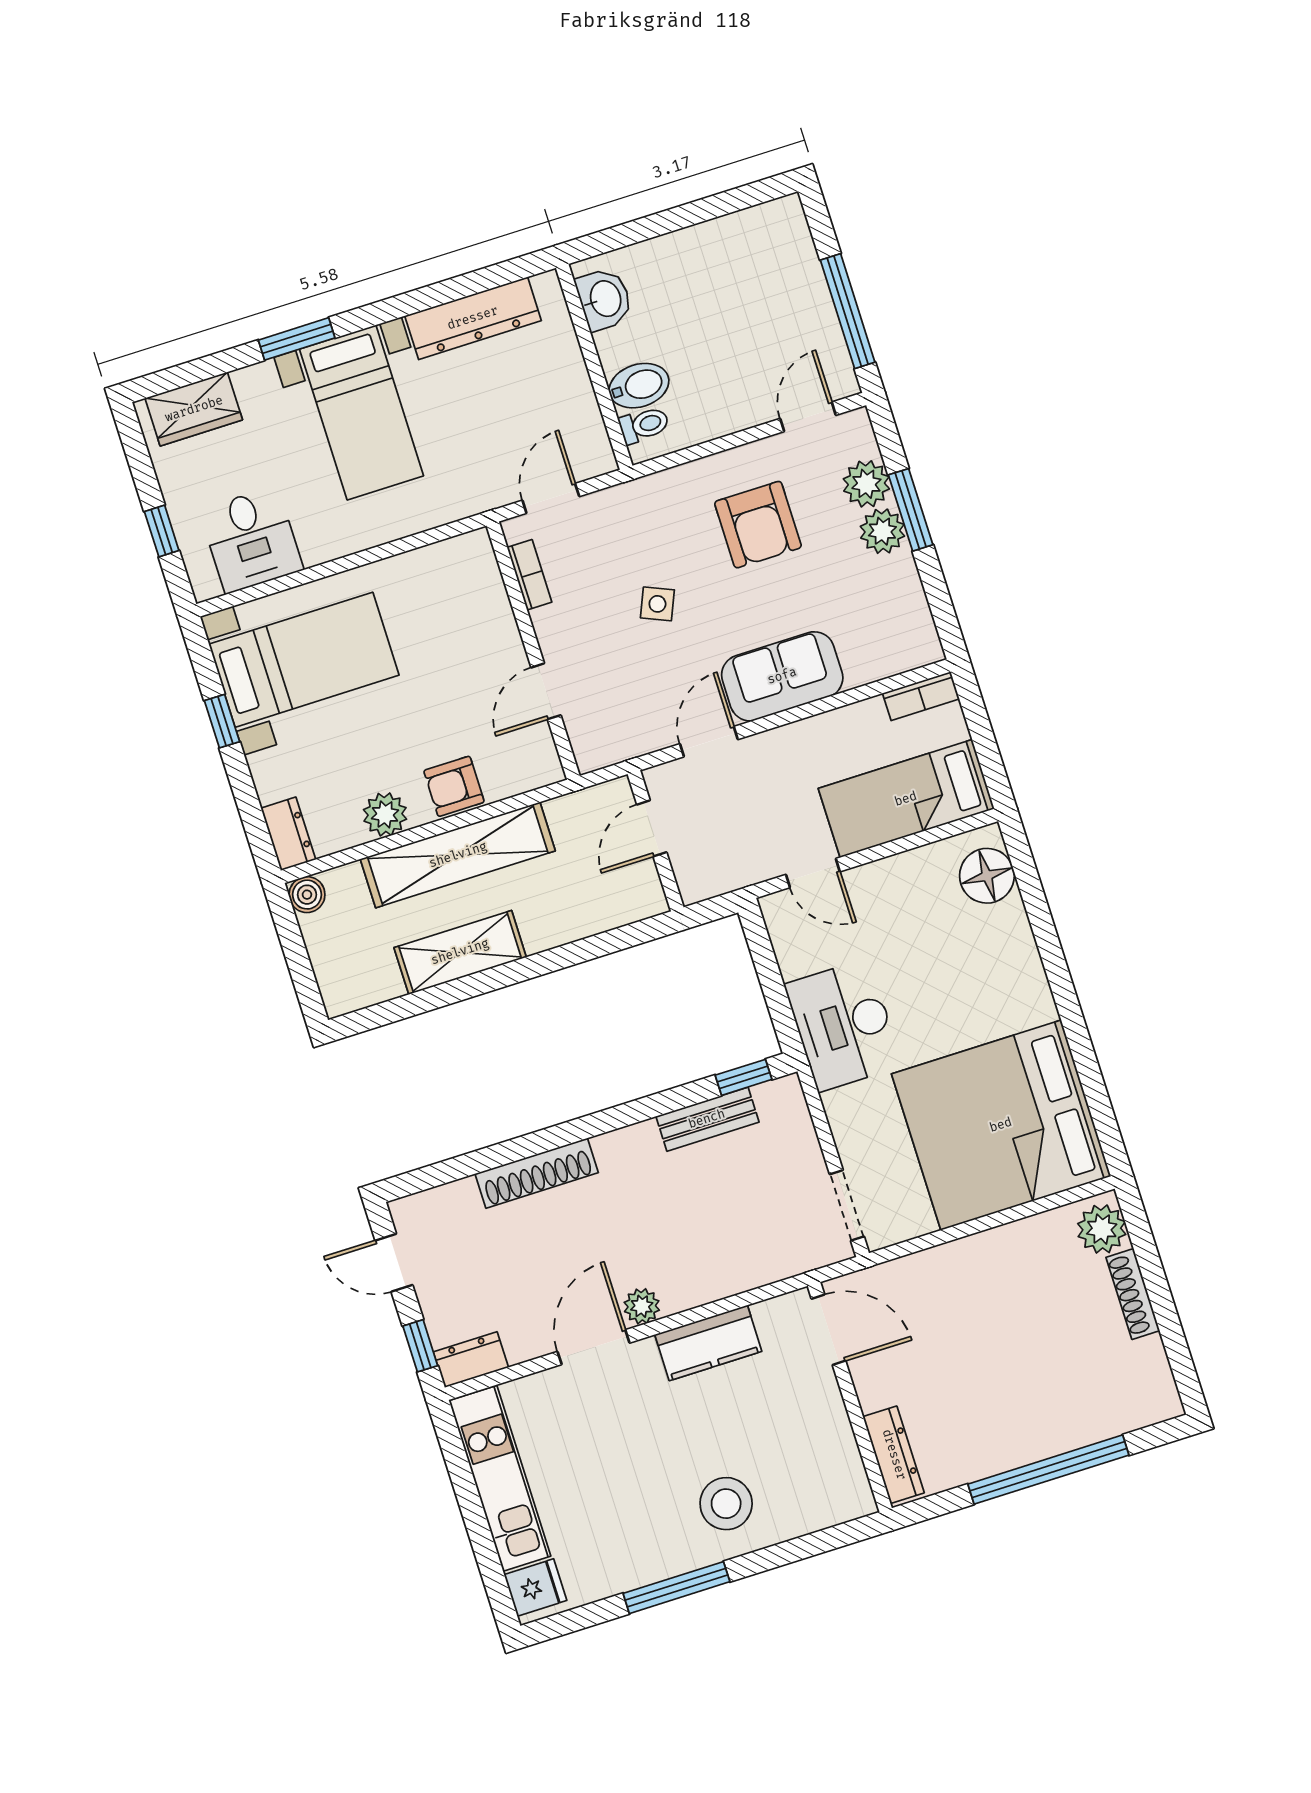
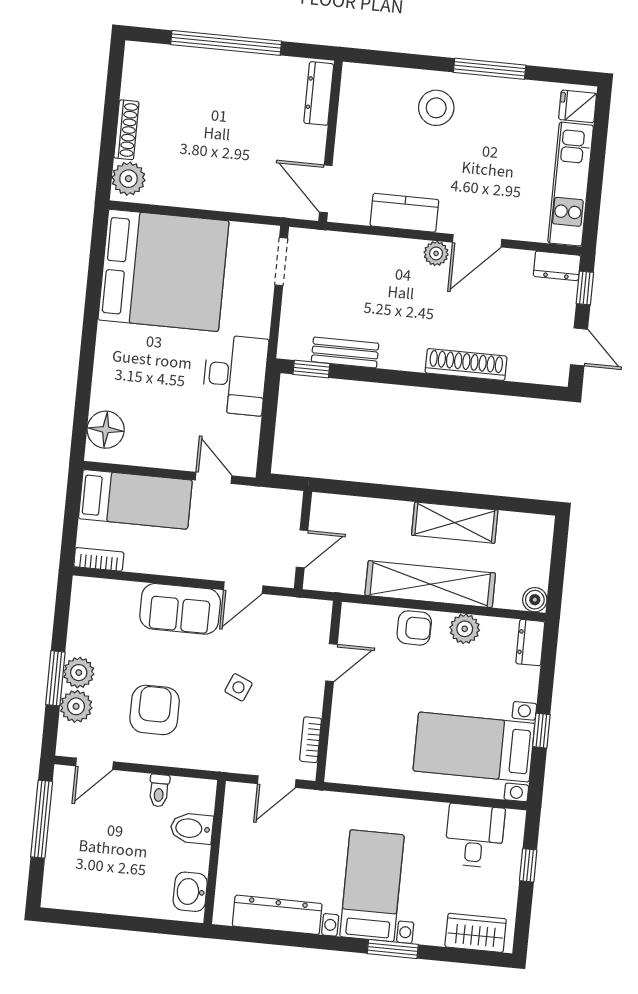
toilet: (644, 425) -> (159, 791), moved, turned -90

